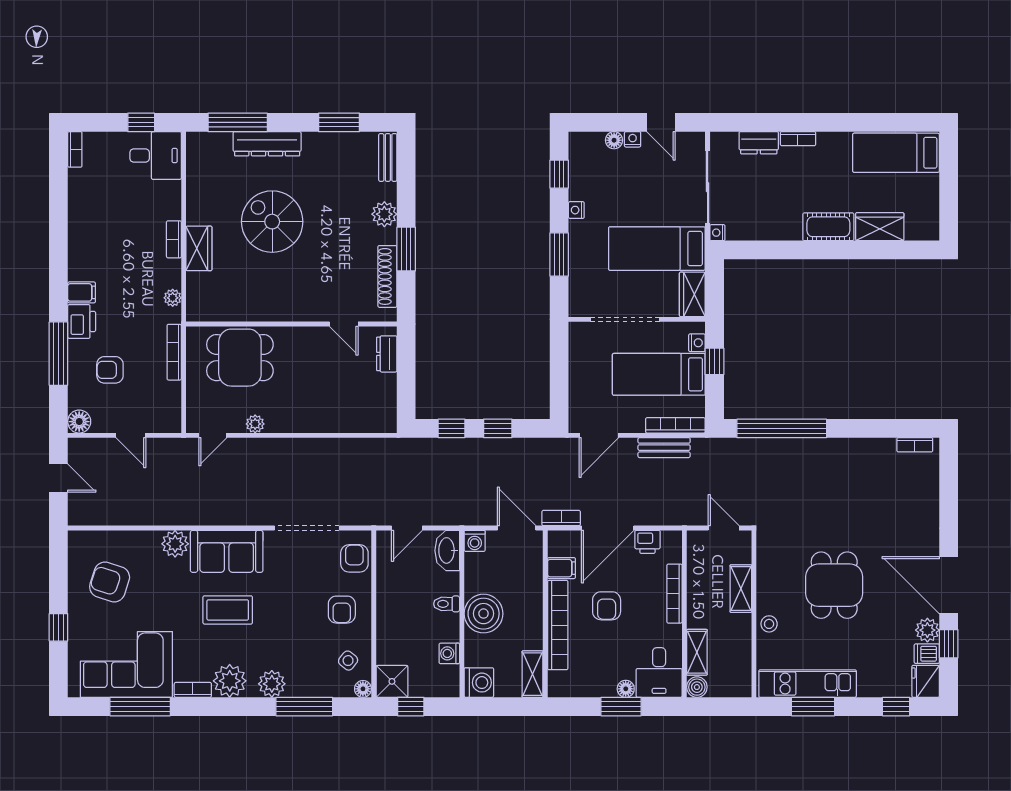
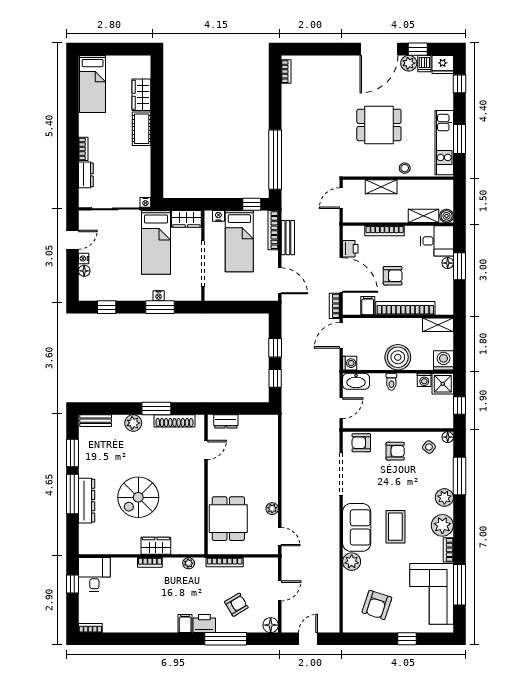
window: (238, 122) -> (72, 494), moved
nightstand: (576, 210) -> (159, 296), moved
window: (715, 361) -> (252, 204), moved
armchair: (110, 370) -> (236, 605), turned -121
door: (407, 528) -> (341, 408), hinge flipped
shower: (392, 681) -> (443, 384), moved

